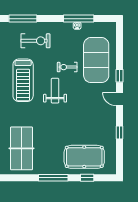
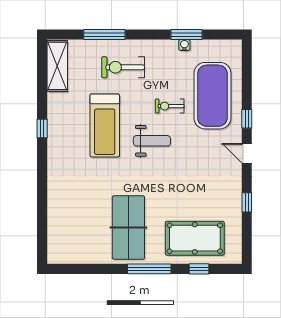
window: (79, 19) -> (187, 35), width x0.69
exercise bike: (35, 41) -> (123, 67), turned 180
weight bench: (55, 91) -> (152, 141), turned 90
table tennis table: (21, 148) -> (128, 227), moved

